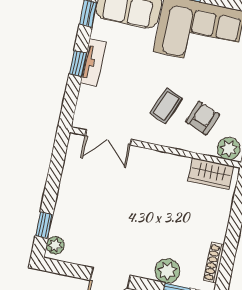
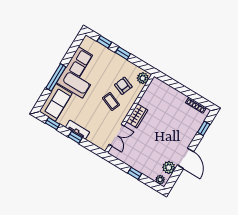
wardrobe: (211, 174) -> (137, 116), moved
window: (44, 225) -> (135, 173), moved
plant: (167, 271) -> (169, 168), moved

